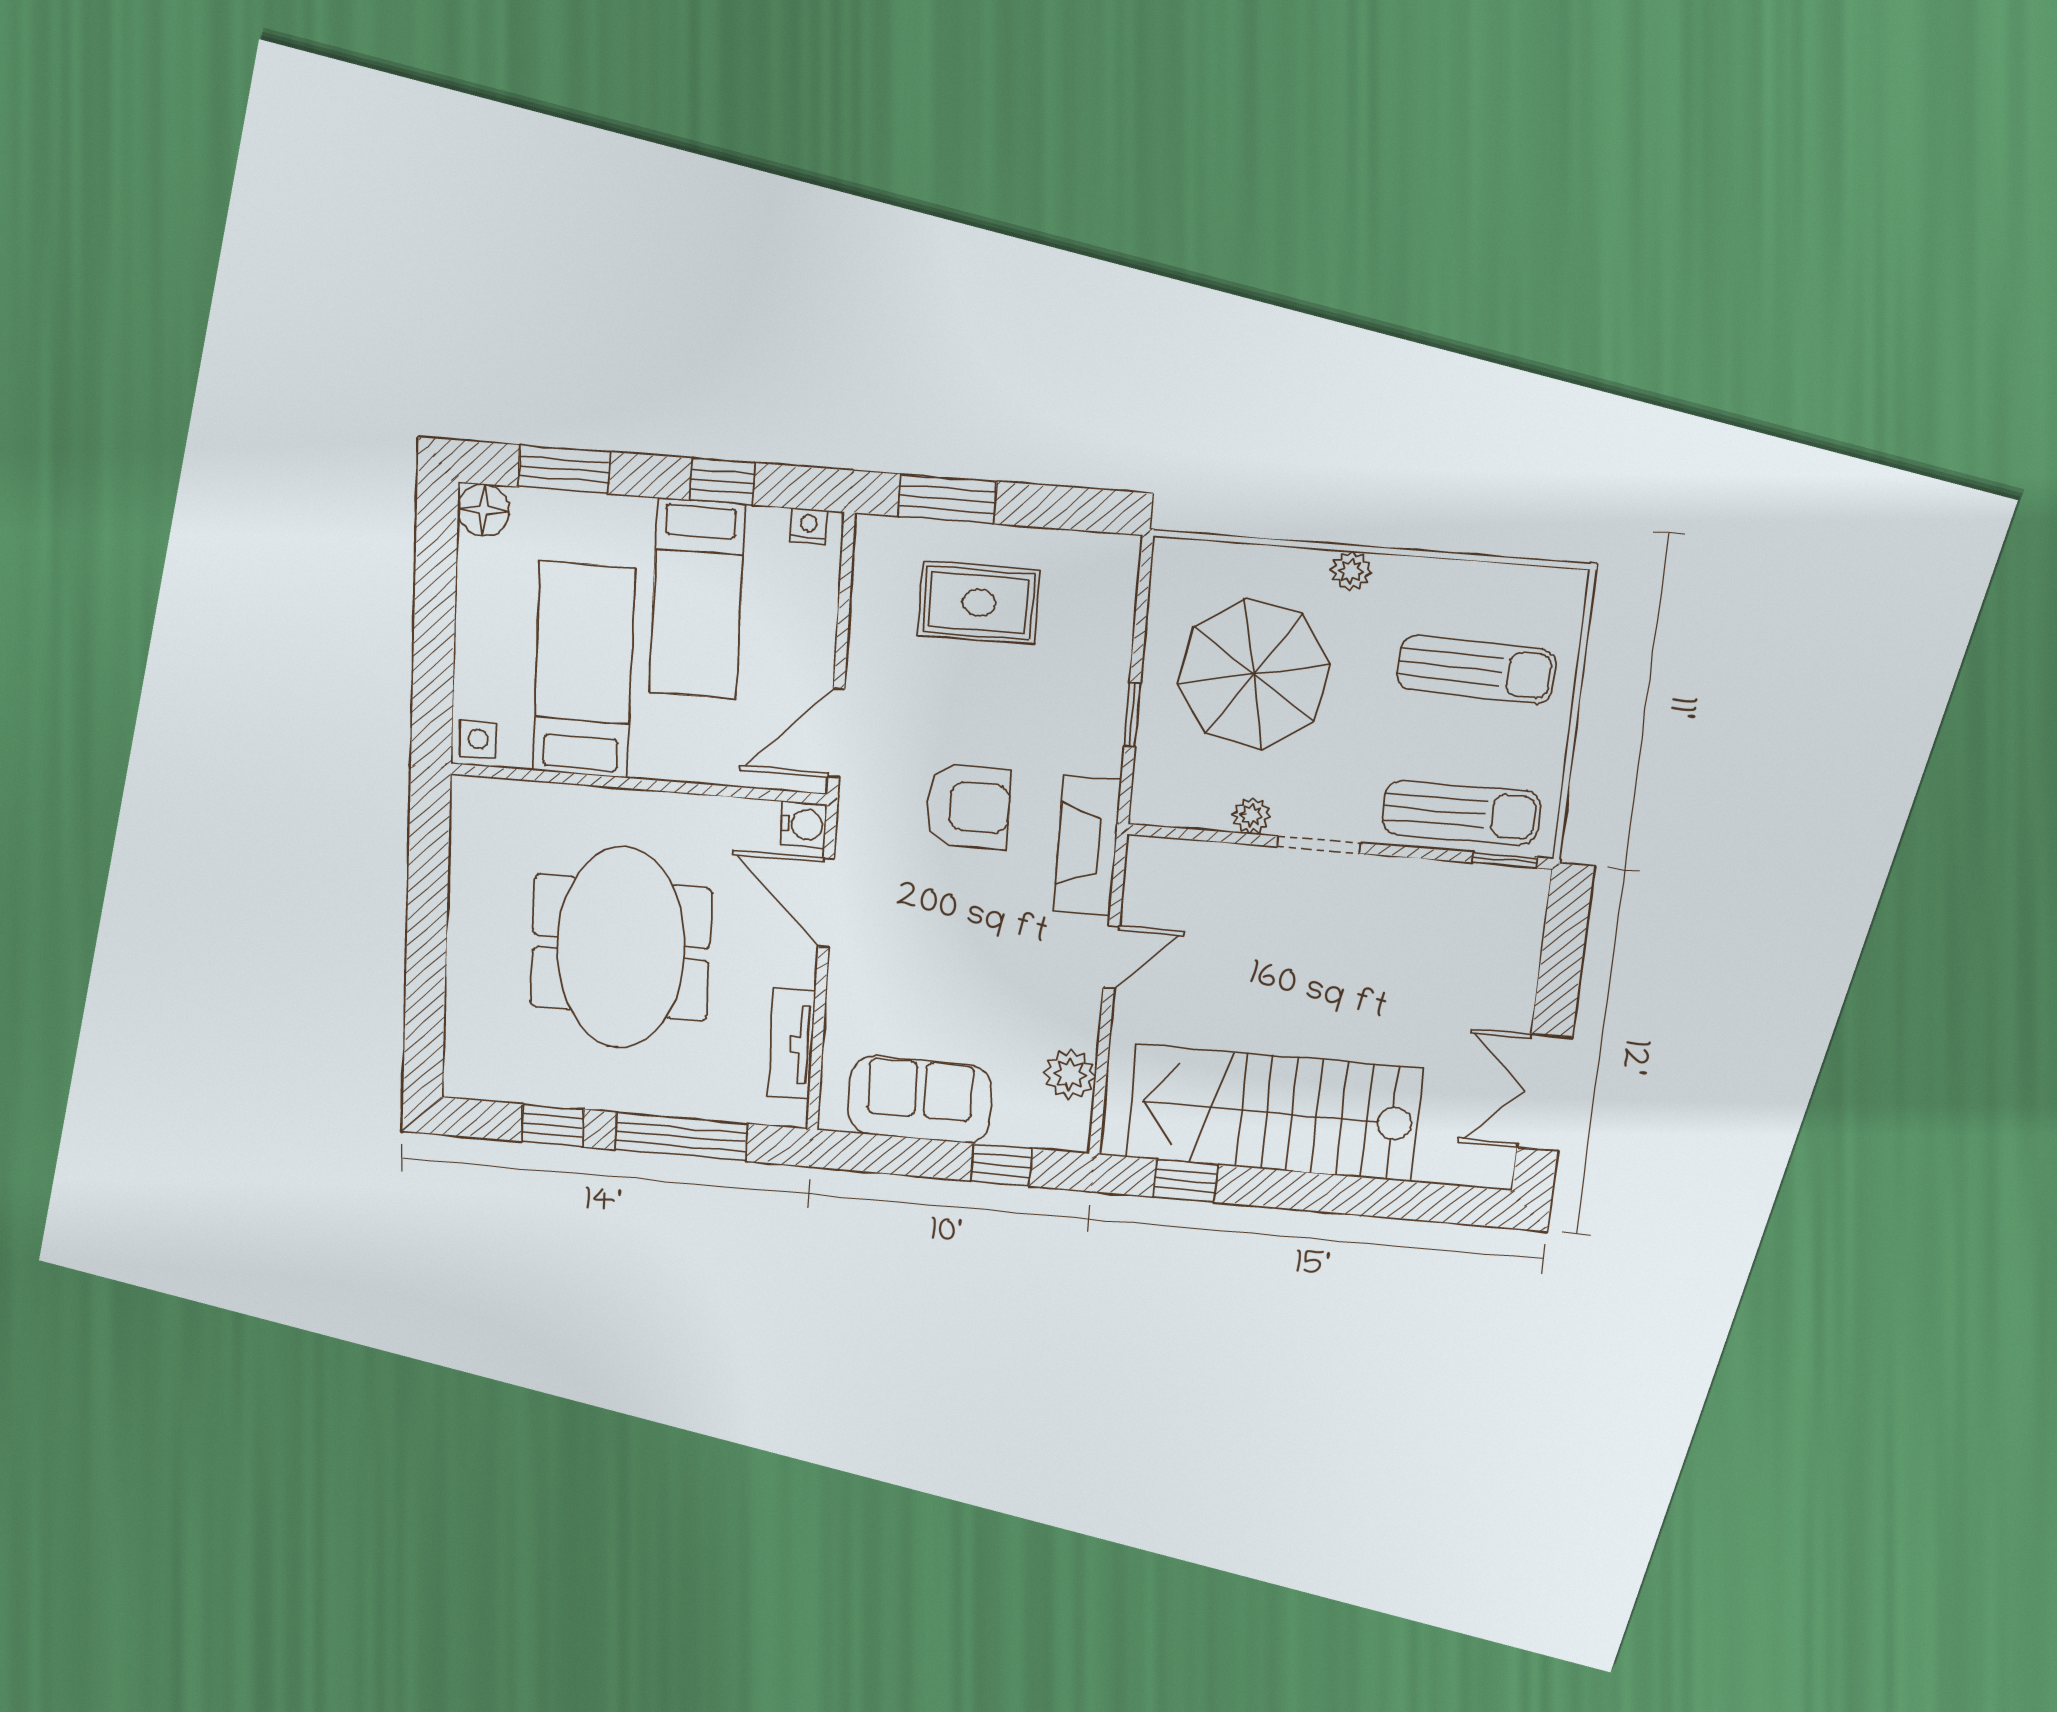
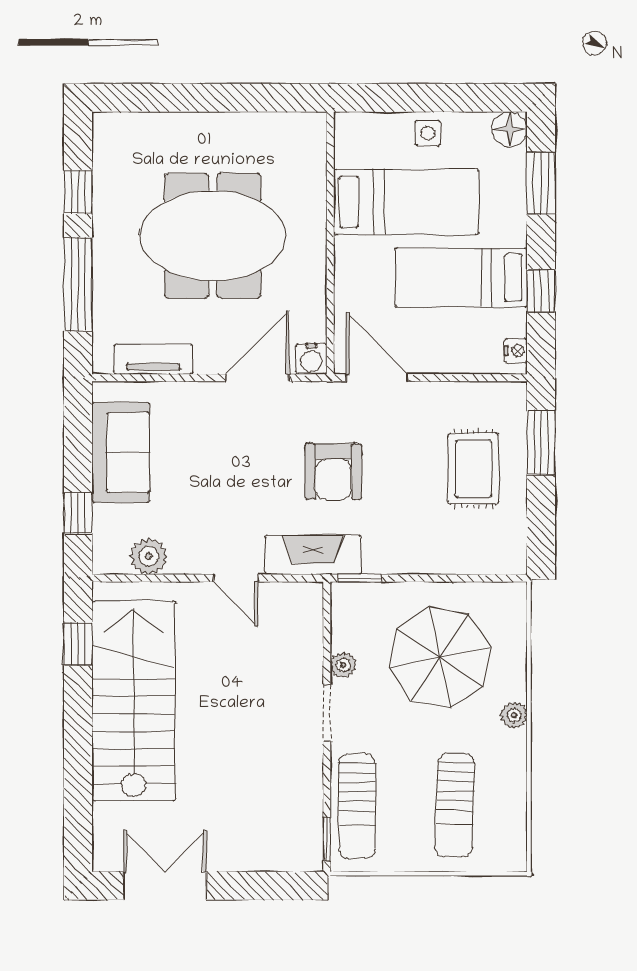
window: (1132, 715) -> (360, 578), moved
side table: (478, 739) -> (428, 133), moved

